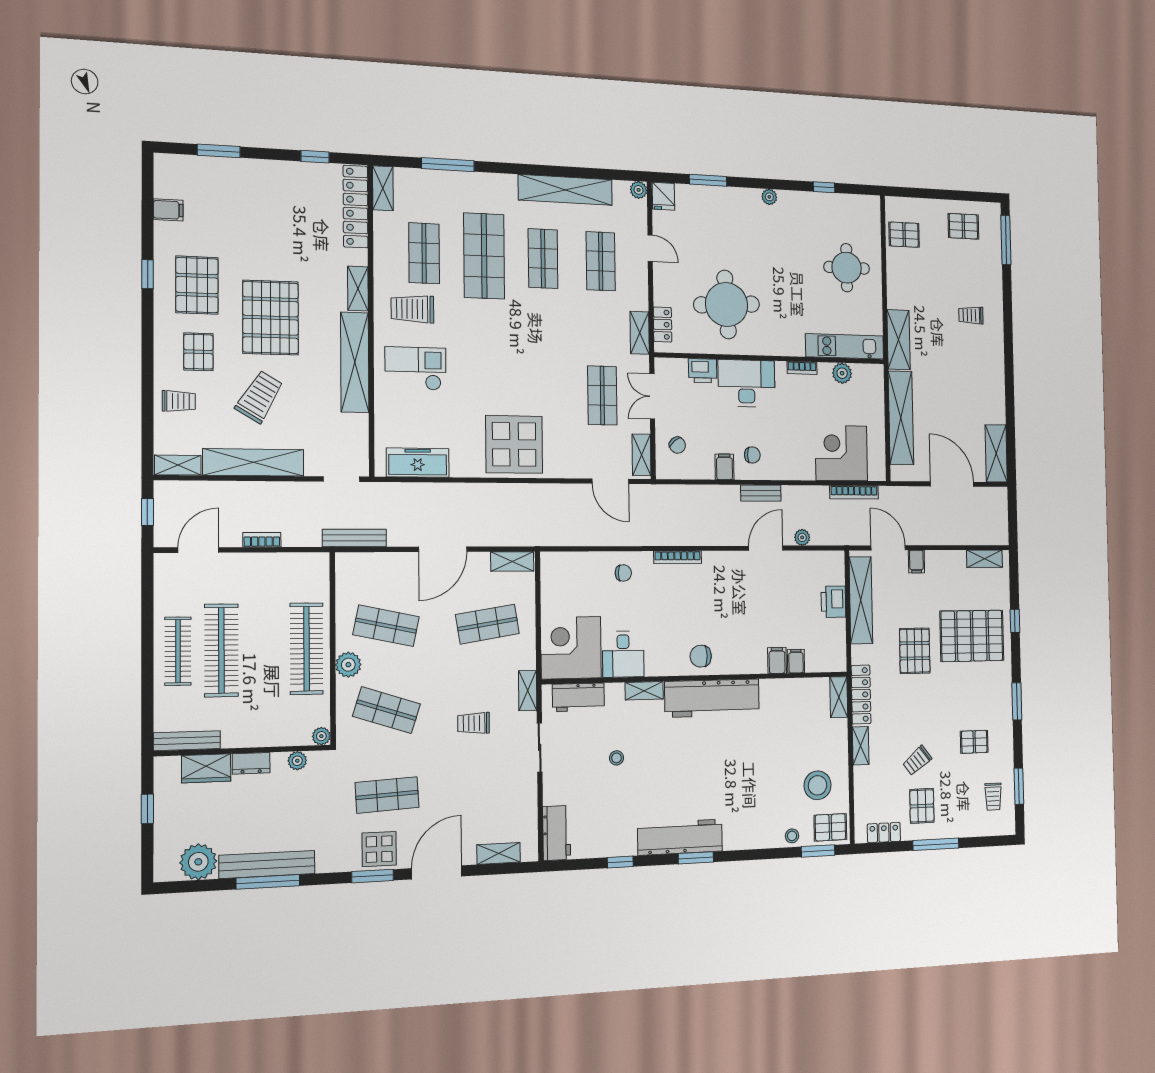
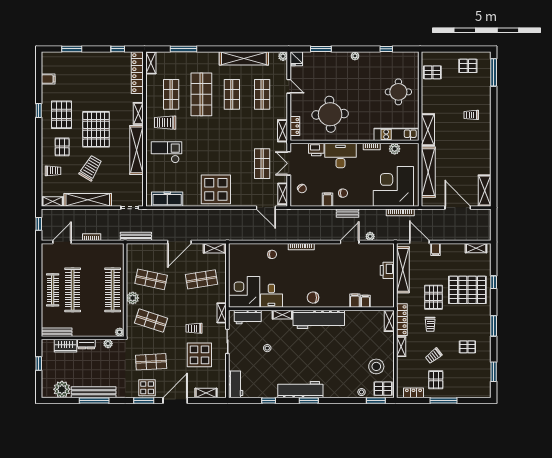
corner desk: (841, 453) -> (393, 186), width x1.36, depth x1.36
display table: (485, 777) -> (199, 355), added
trolley: (993, 797) -> (430, 324), moved

